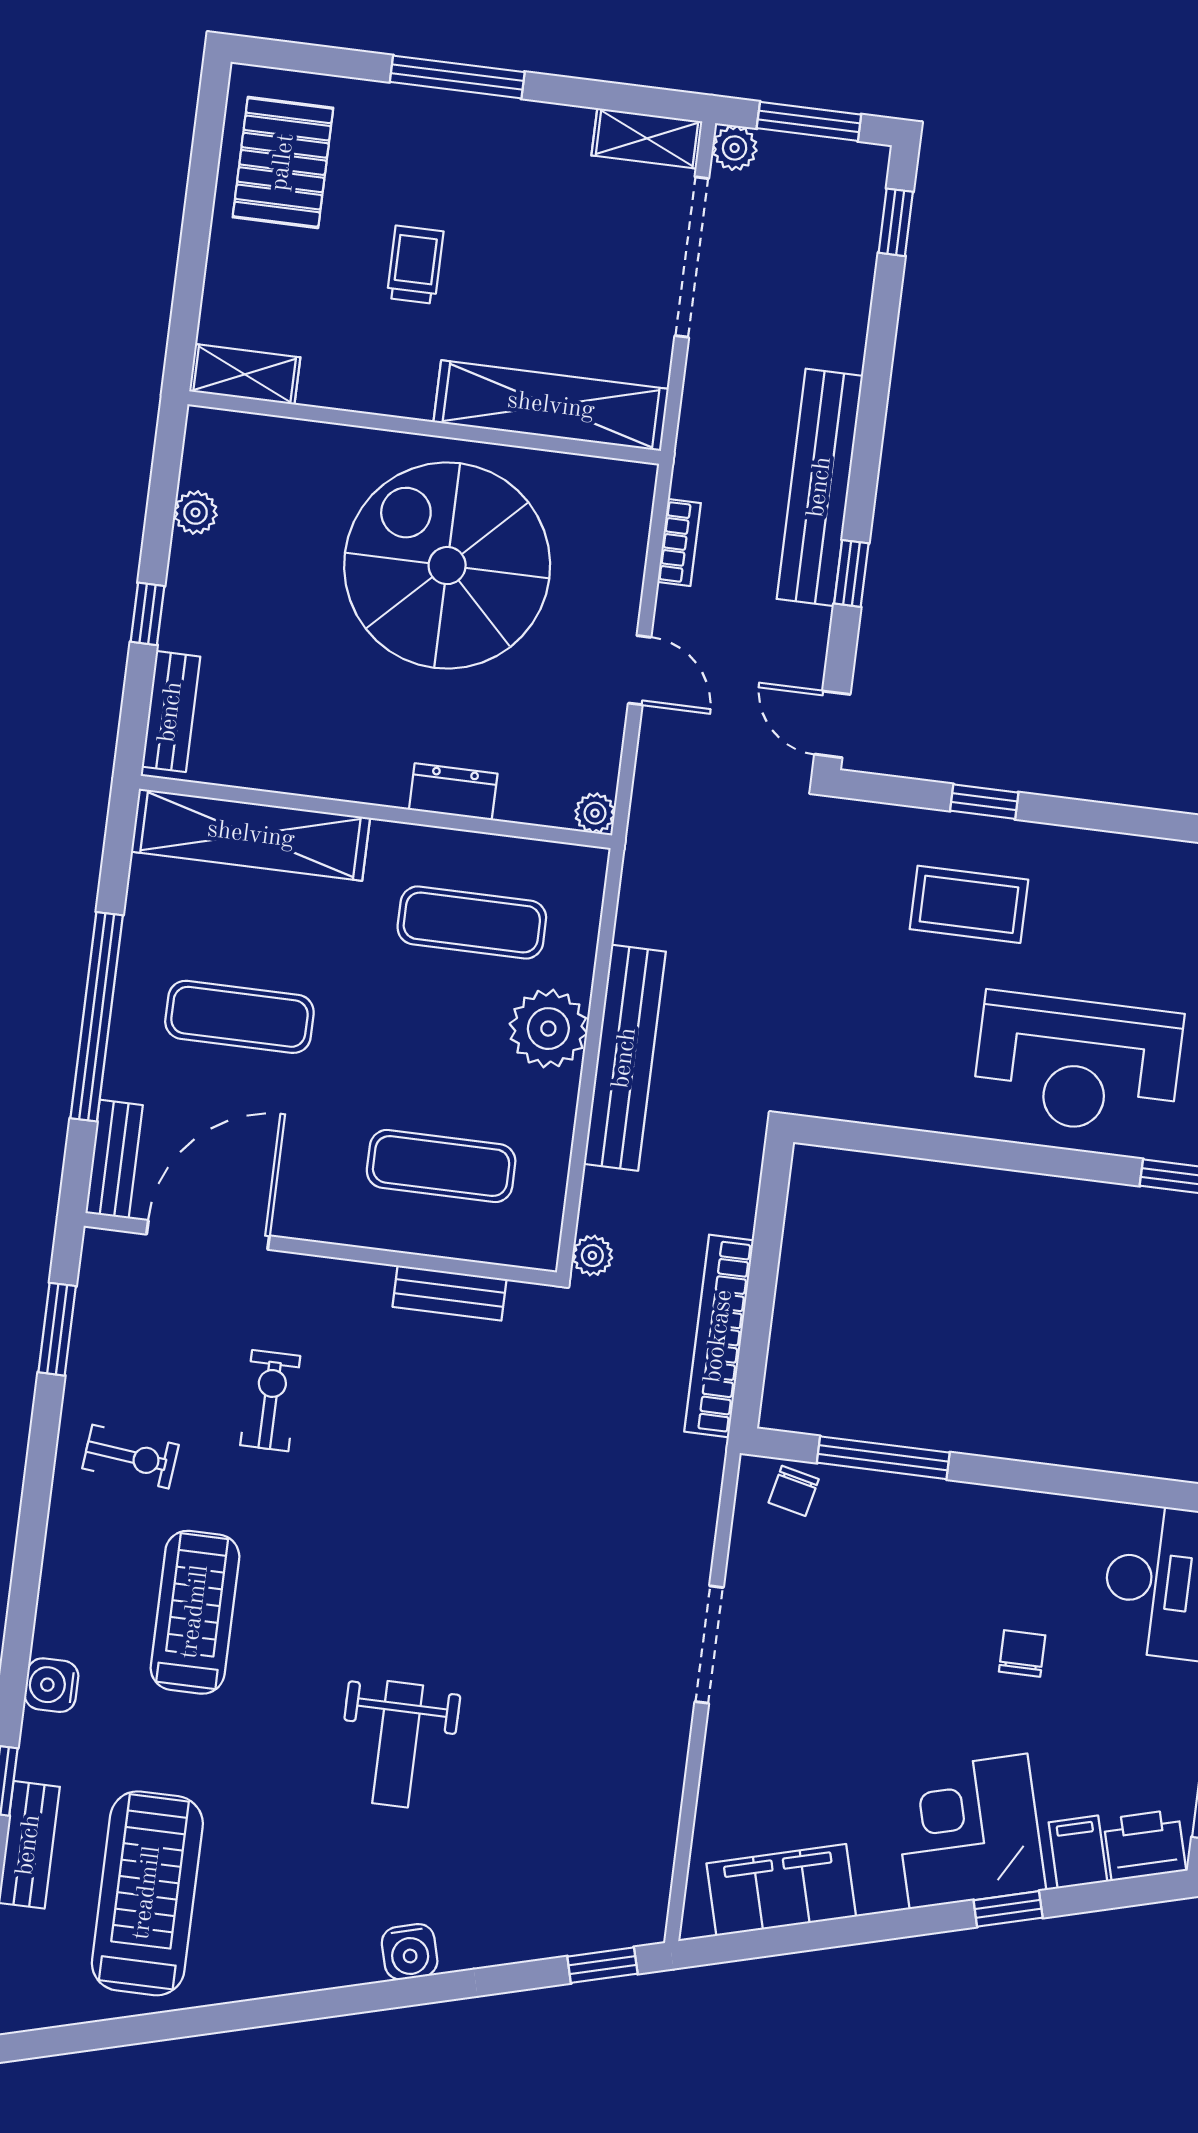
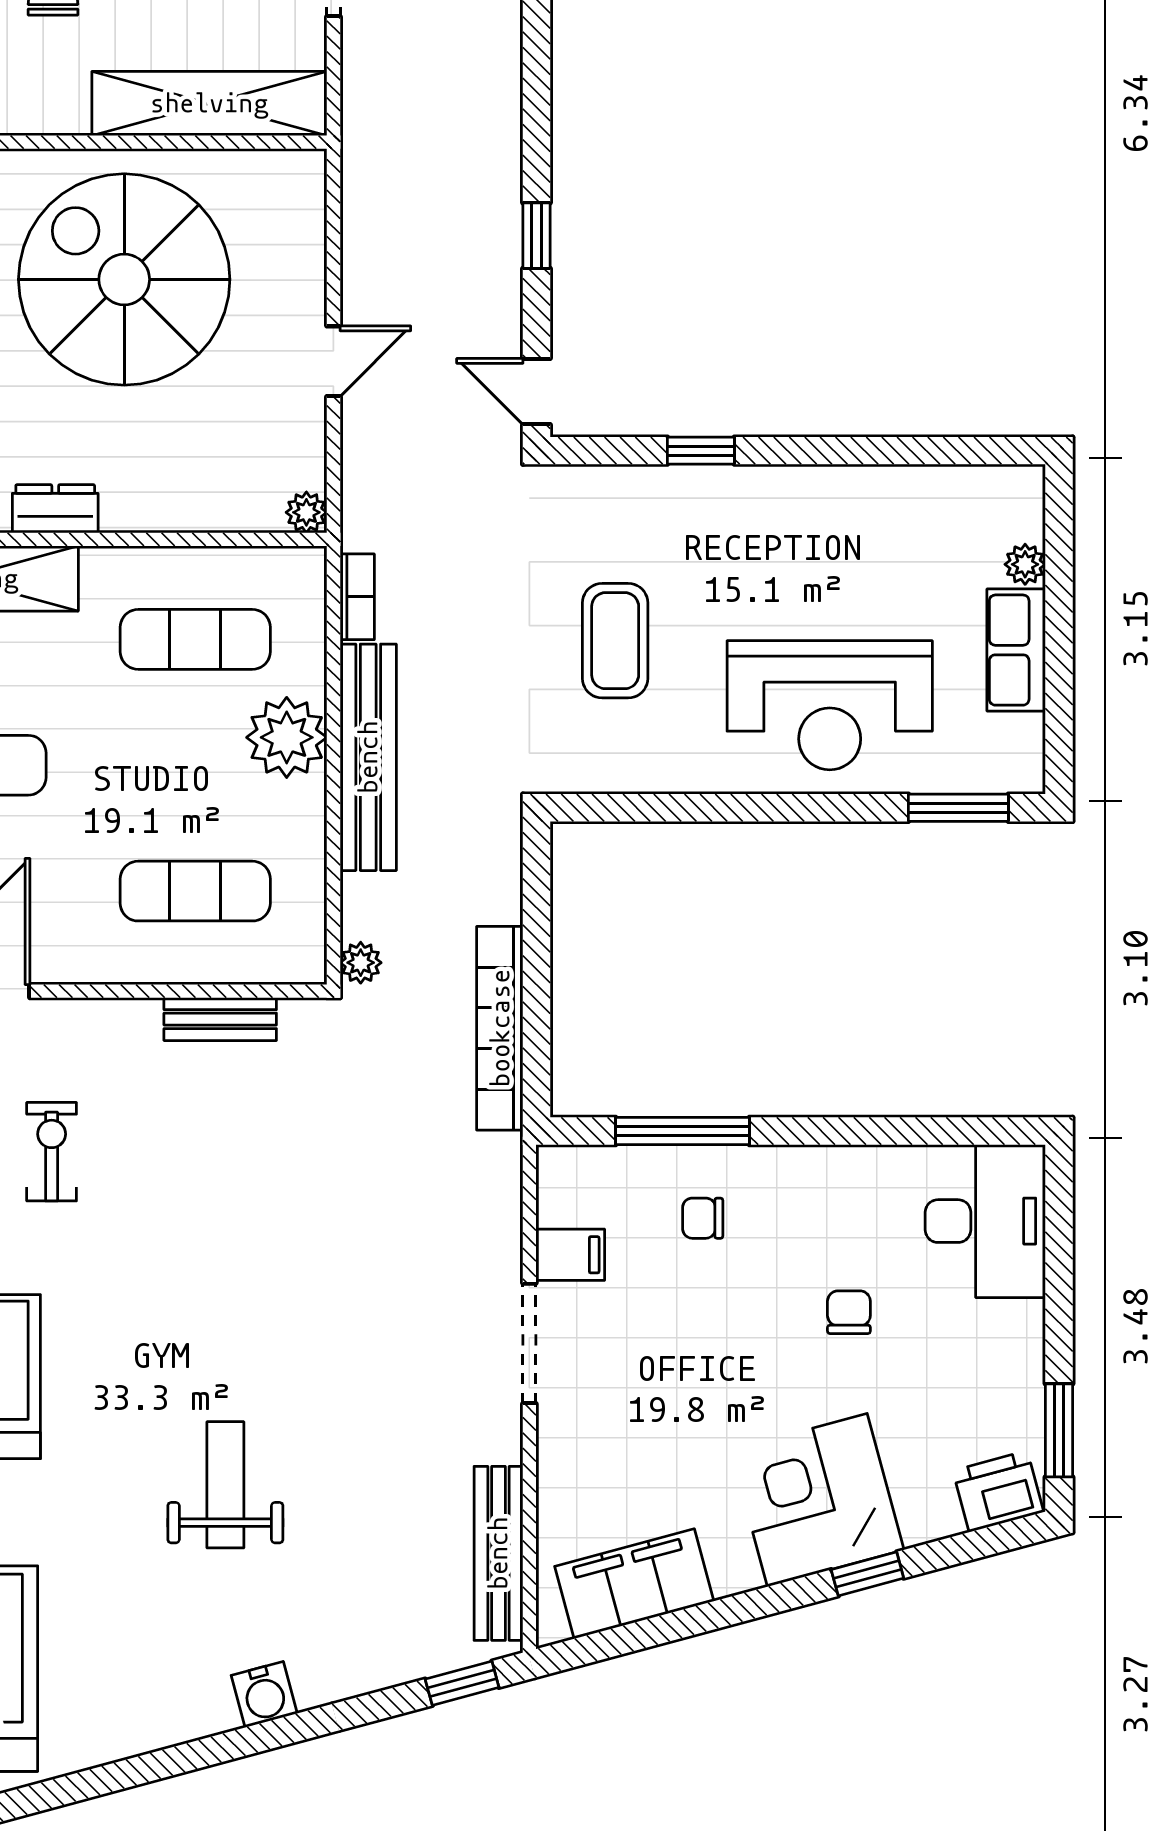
bench: (820, 487) -> (498, 1553), moved, width x0.73, depth x0.82
bookcase: (679, 542) -> (357, 597), moved
door: (640, 670) -> (333, 361), hinge flipped
dresser: (453, 792) -> (55, 509), moved
coffee table: (969, 904) -> (615, 641), moved, turned 90
chair: (794, 1491) -> (703, 1218), moved, turned 77
weight bench: (398, 1744) -> (225, 1485), turned 180
filing cabinet: (1078, 1852) -> (570, 1255), moved, turned 105

